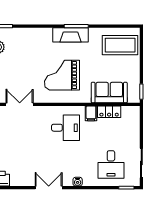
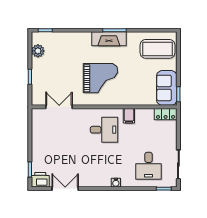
grand piano: (62, 75) -> (100, 78), turned 180
sofa: (109, 93) -> (167, 88), moved, turned -90
locker: (109, 112) -> (166, 114), moved
double door: (49, 188) -> (65, 189), moved

